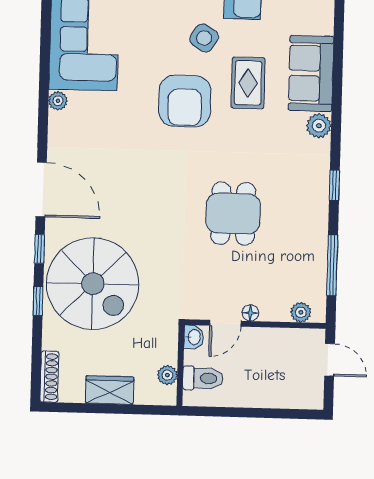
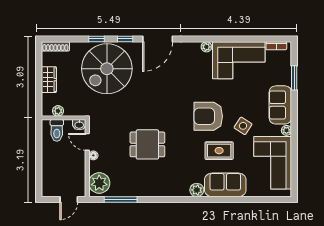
window: (334, 185) -> (164, 199), removed
plant: (301, 312) -> (99, 183), width x1.87, depth x1.87

